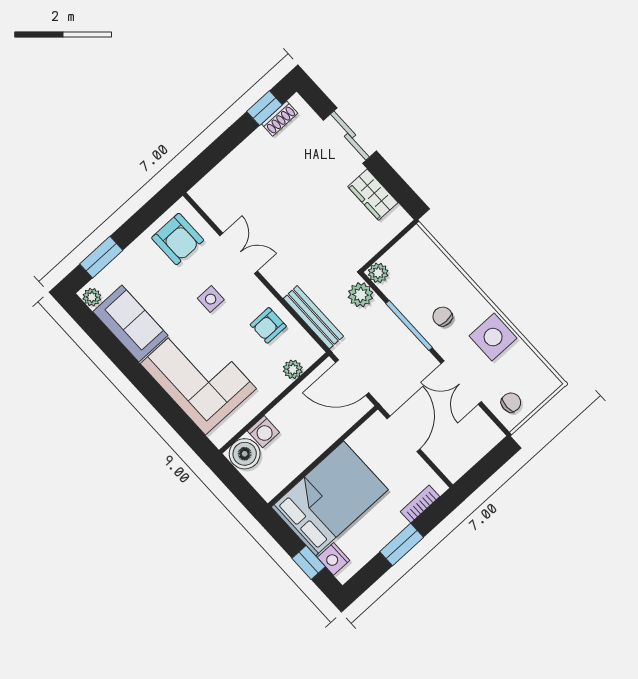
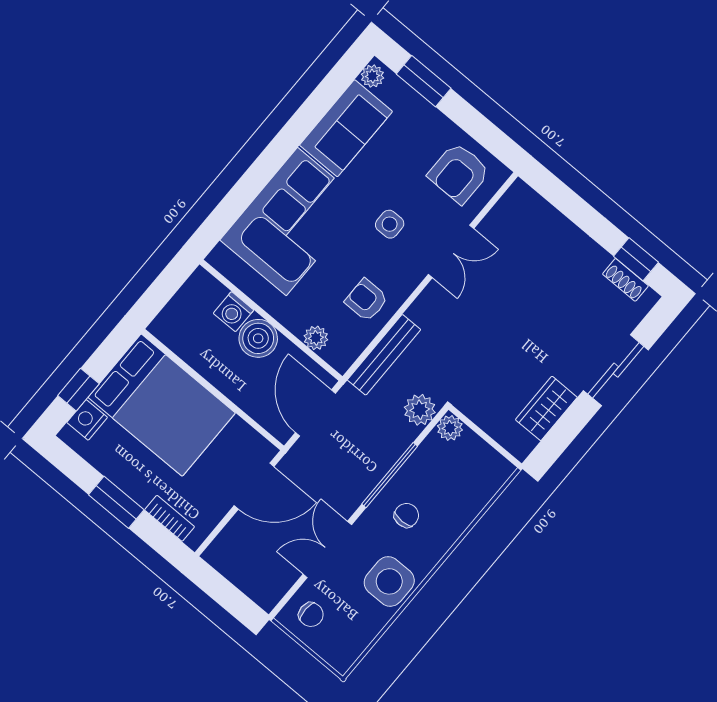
boiler: (245, 454) -> (258, 338), moved

